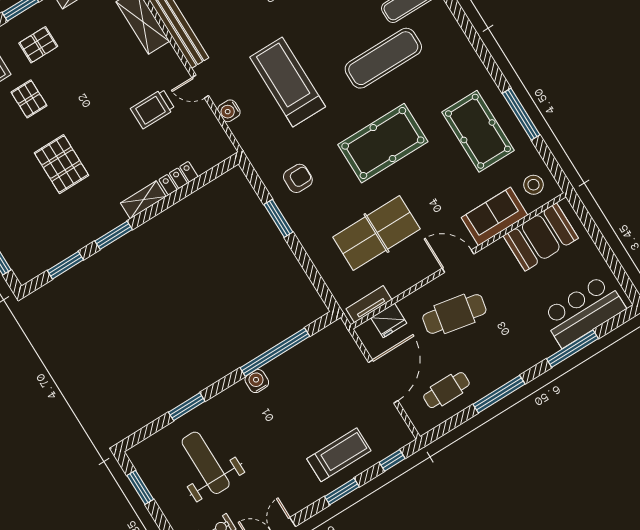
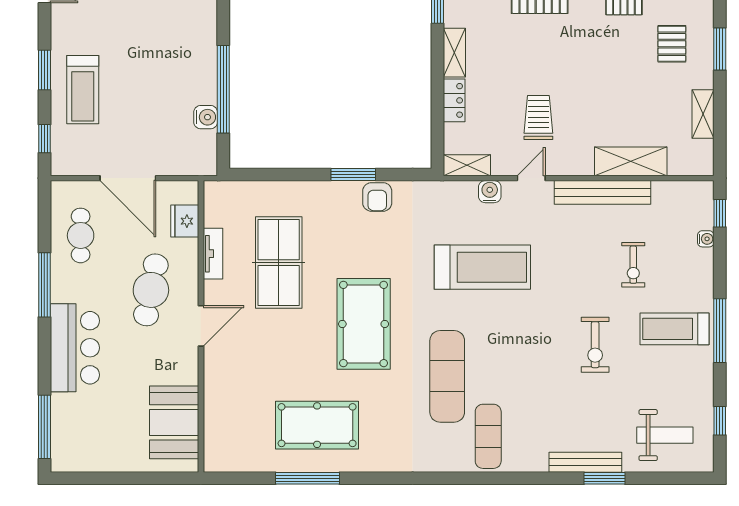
shelving: (220, 140) -> (467, 165), added
armchair: (298, 178) -> (377, 197), moved
stool: (533, 185) -> (230, 447), removed
sofa: (494, 216) -> (223, 389), removed
tv unit: (369, 304) -> (213, 254), moved
bar counter: (583, 311) -> (75, 348), moved
window: (572, 349) -> (44, 427), moved
water cooler: (257, 381) -> (206, 117), moved

